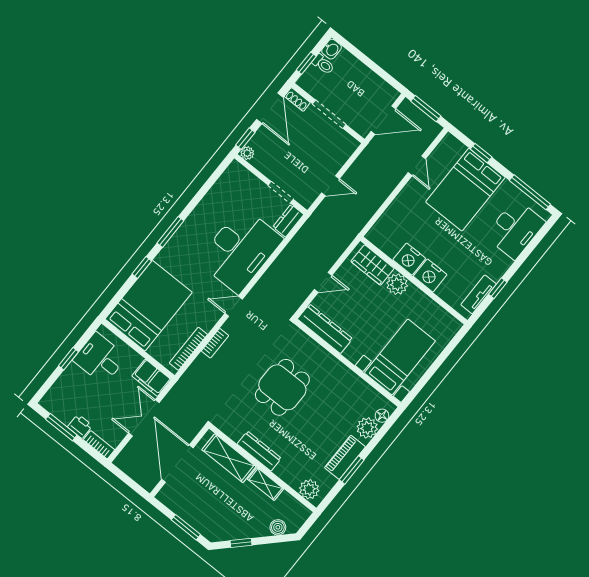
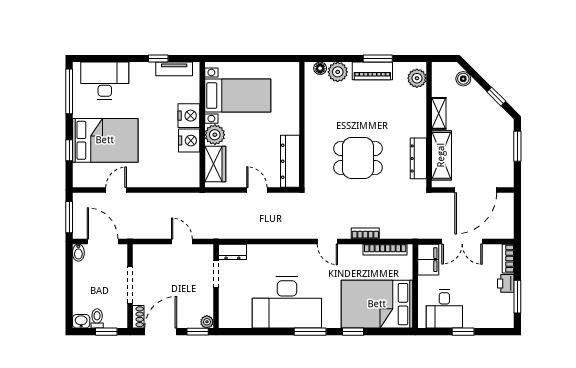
bidet: (390, 93) -> (78, 253), added
desk: (240, 250) -> (287, 302), moved, turned 180
bed with nightstands: (400, 357) -> (238, 96), moved, turned 180
dresser: (259, 451) -> (418, 158), moved

